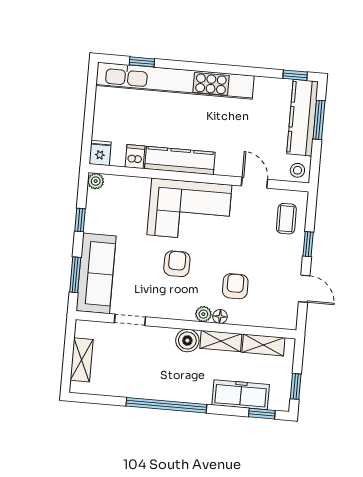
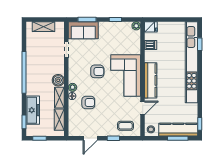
kitchen counter: (180, 161) -> (151, 80), moved
sofa: (96, 273) -> (83, 30), width x0.73

